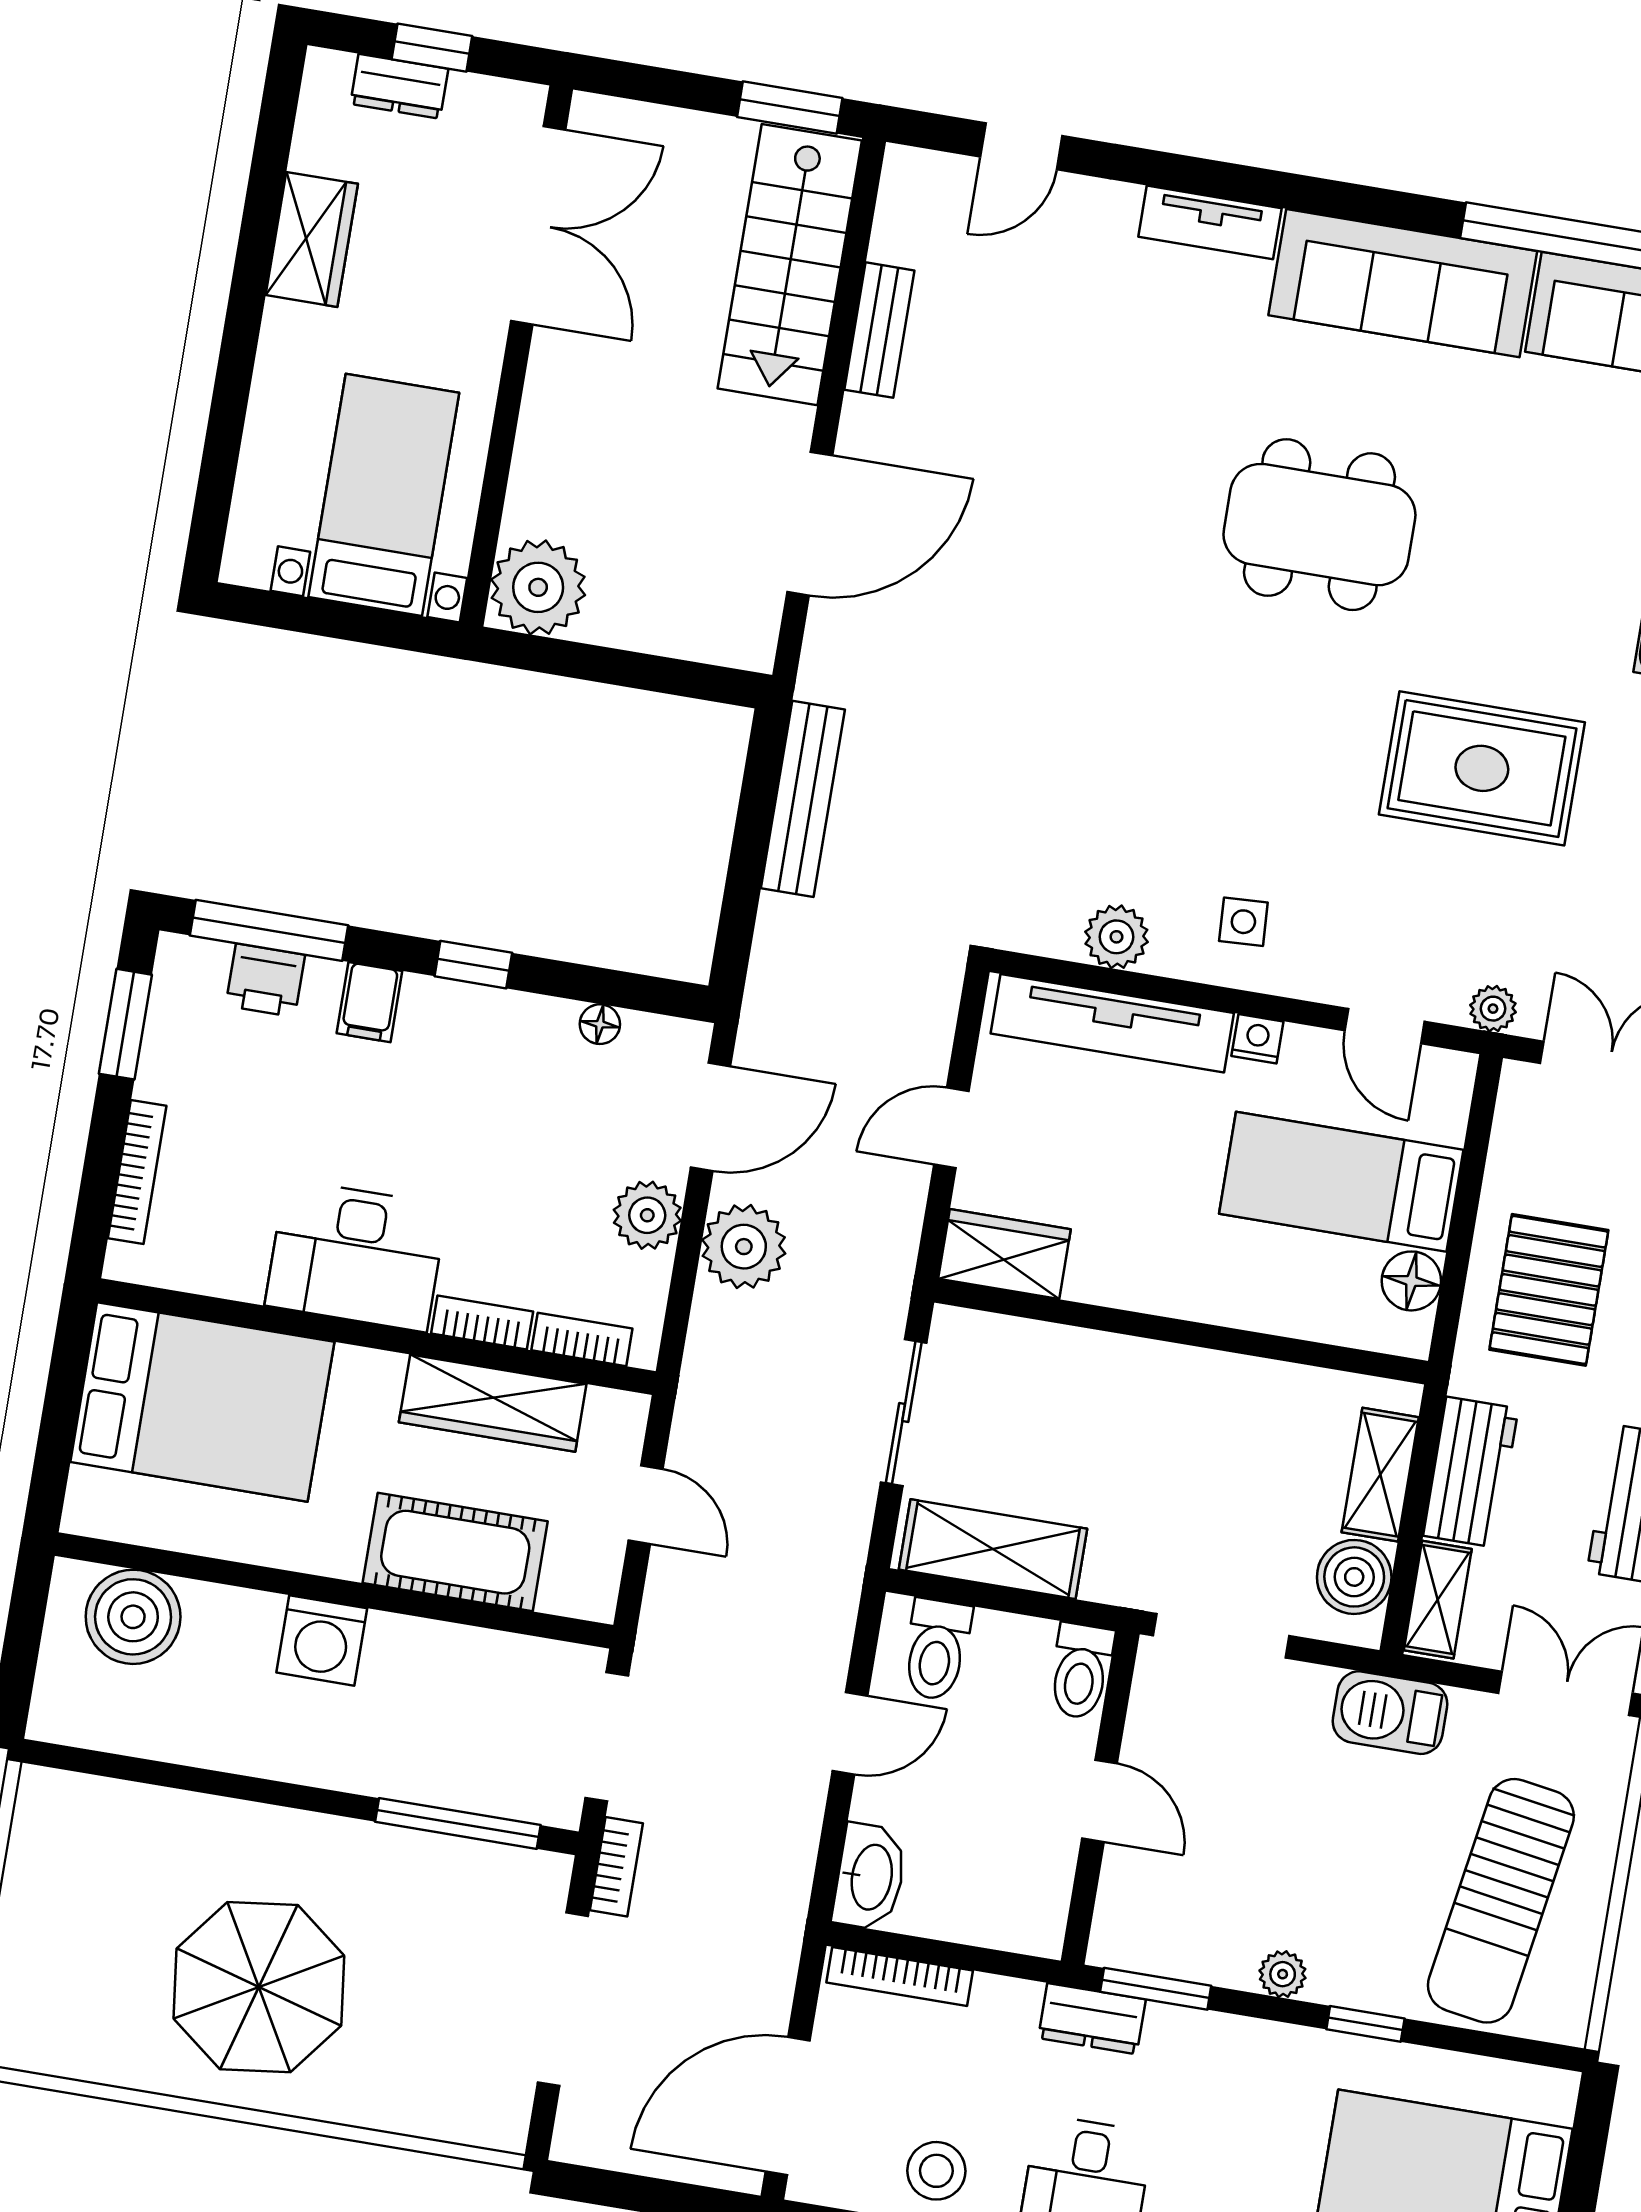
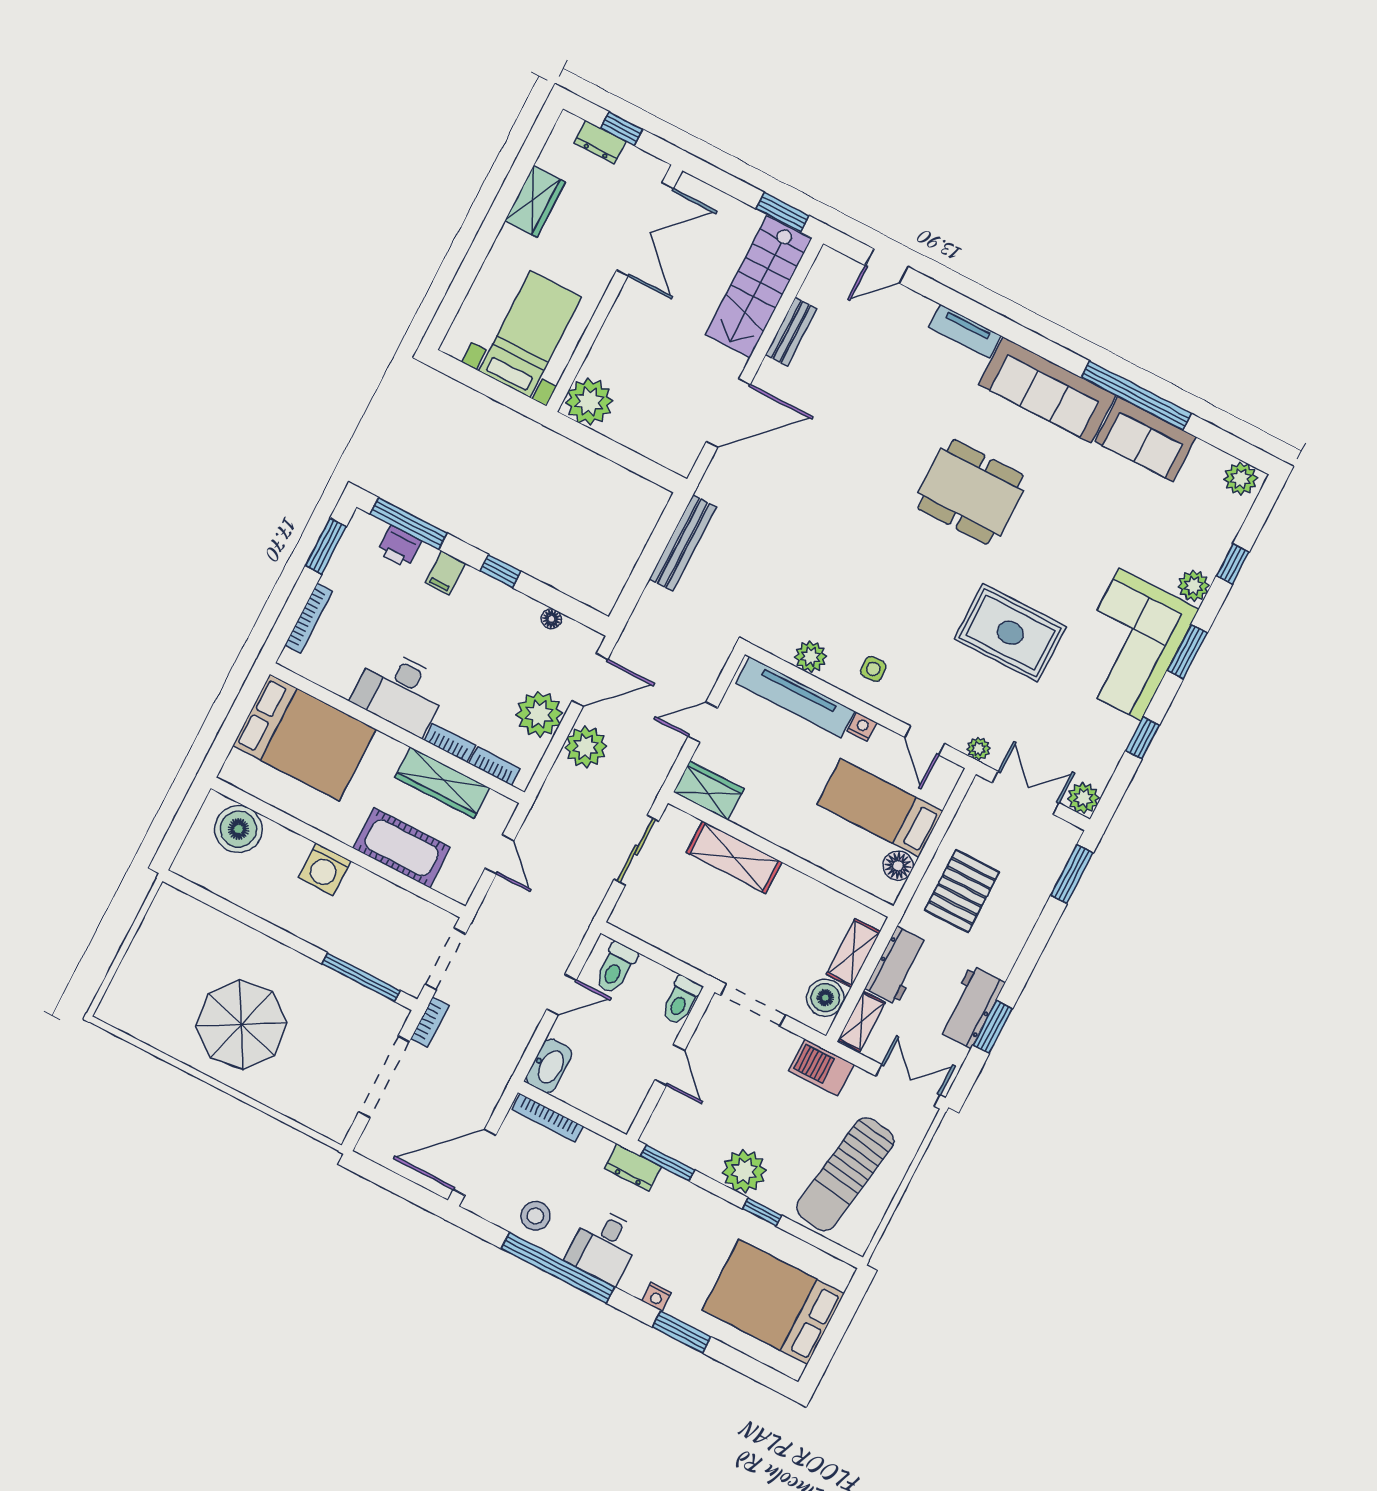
plant: (647, 1215) -> (539, 714), width x1.36, depth x1.36
shelving: (993, 1549) -> (734, 857), moved
plant: (1283, 1974) -> (744, 1171), width x1.88, depth x1.88

